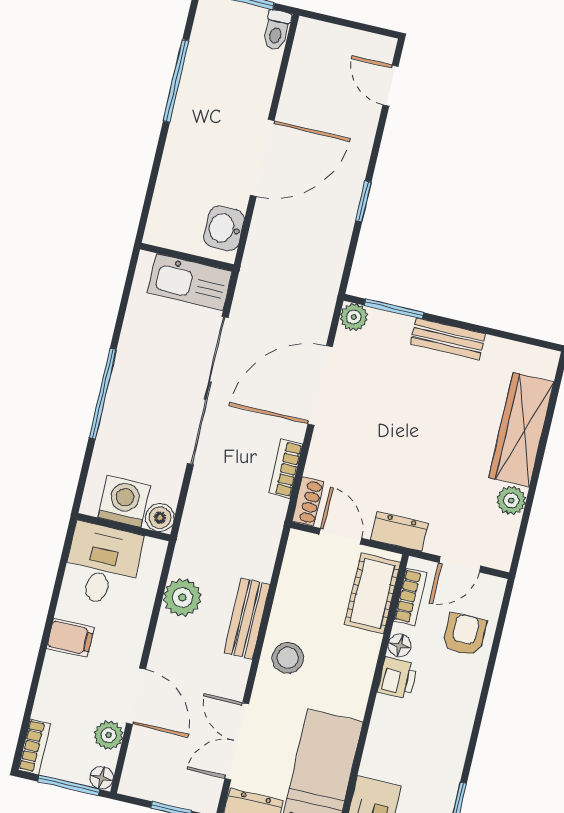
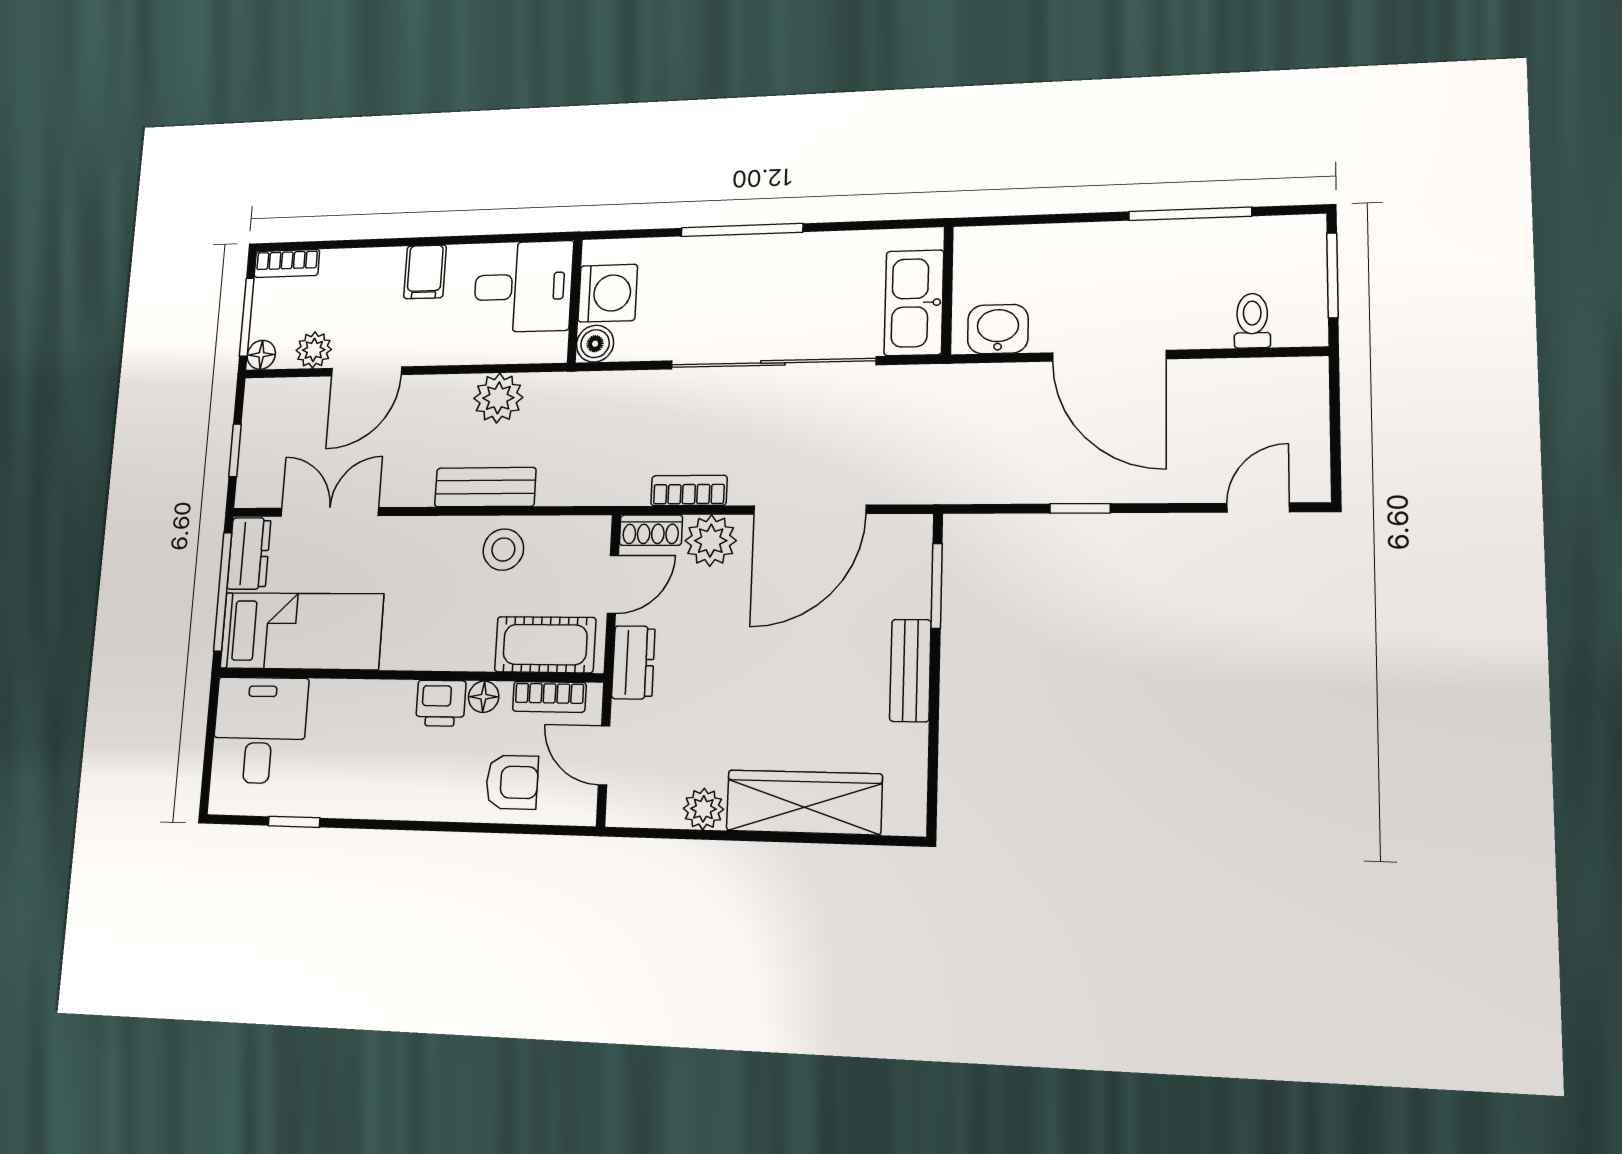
toilet: (277, 30) -> (1252, 321), moved, turned 90
plant: (354, 317) -> (711, 541), moved, width x1.38, depth x1.38
door: (320, 385) -> (810, 510), swing flipped
stool: (288, 658) -> (503, 550), moved

